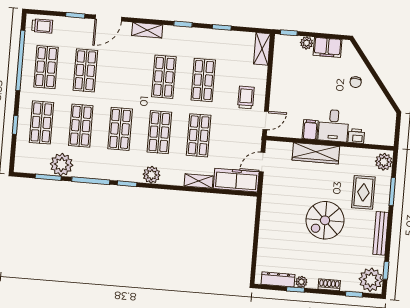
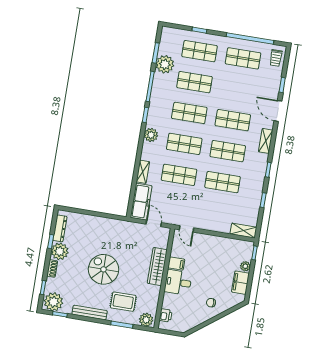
shop shelf: (85, 70) -> (233, 120), moved
trolley: (246, 97) -> (206, 215), removed
printer: (356, 136) -> (166, 315), moved
plant: (301, 282) -> (60, 251), width x1.87, depth x1.87

